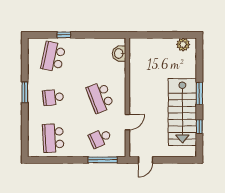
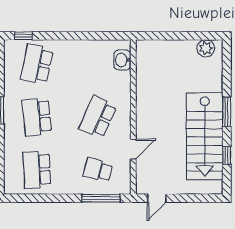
window: (64, 35) -> (23, 36), moved
school desk: (53, 97) -> (37, 117), width x1.85
school desk: (100, 97) -> (98, 117), turned 45
school desk: (100, 138) -> (98, 170), turned 39

